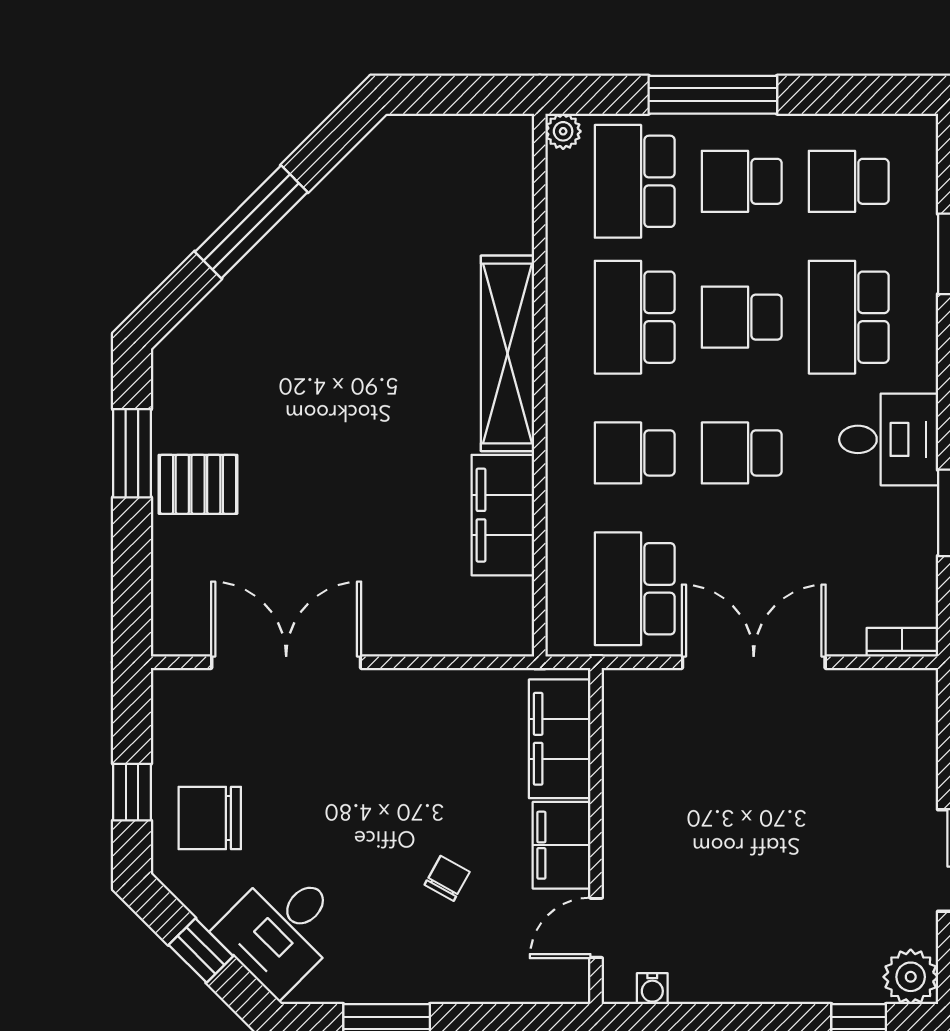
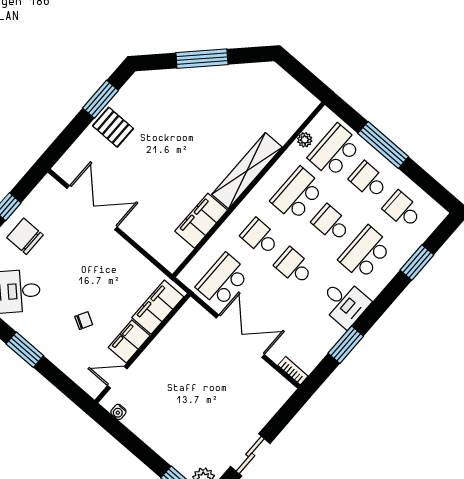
plant: (563, 131) -> (305, 140), moved

